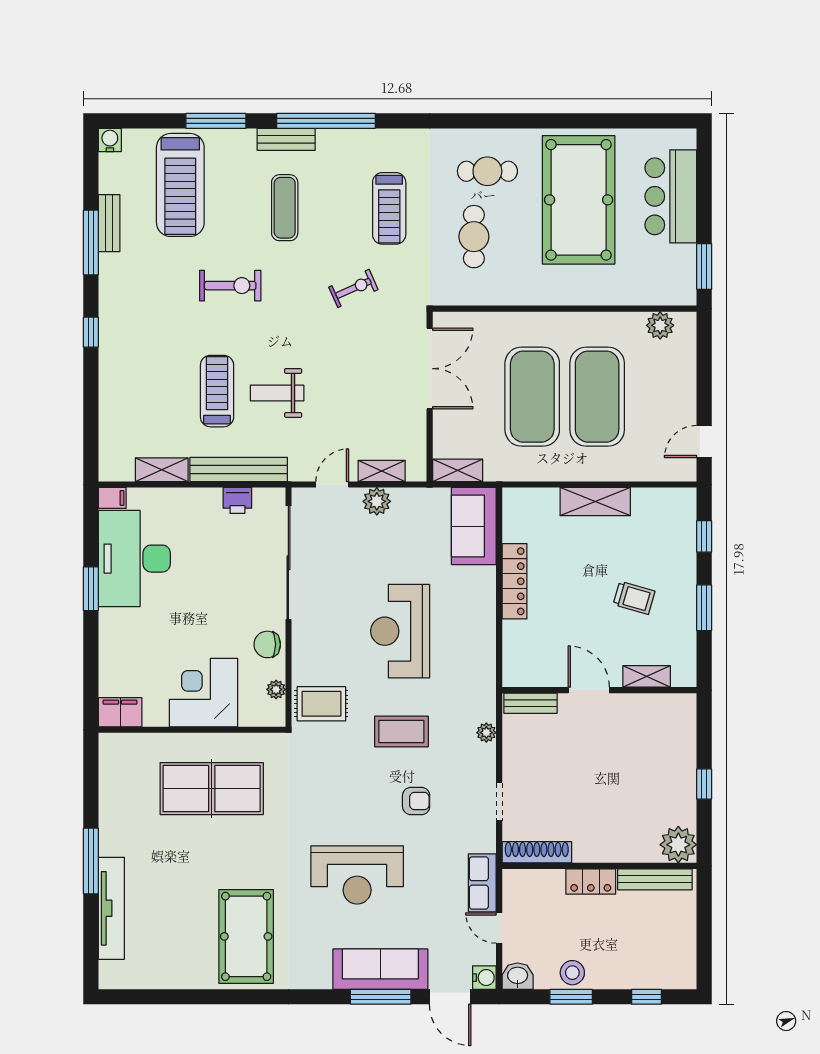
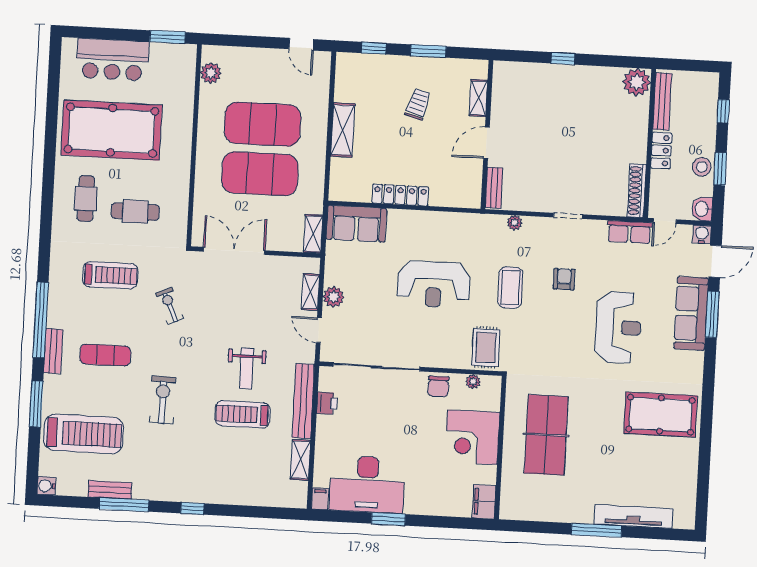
plant: (678, 845) -> (637, 82), moved
shoe rack: (537, 852) -> (637, 191), moved
wall: (599, 866) -> (650, 143), moved
bench: (655, 879) -> (662, 101), moved
locker: (591, 882) -> (661, 151), moved

